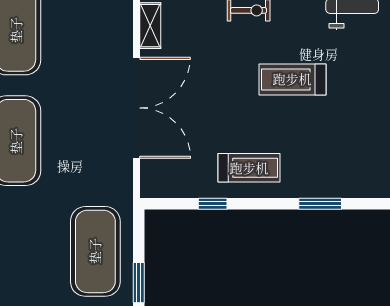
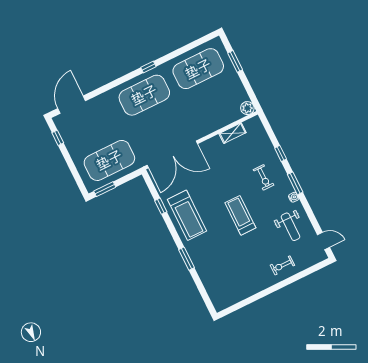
double door: (137, 108) -> (172, 154), moved
treadmill: (249, 168) -> (187, 215), width x1.37, depth x1.38

